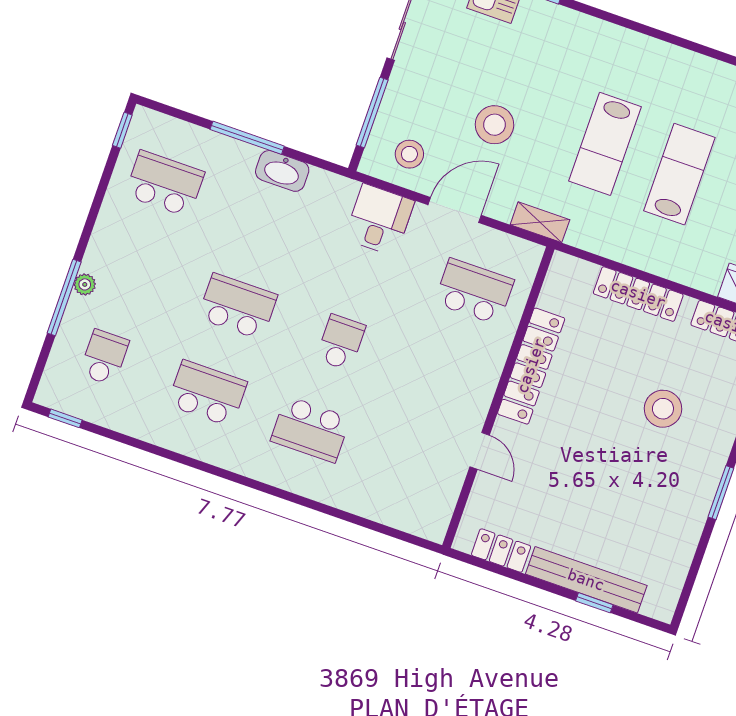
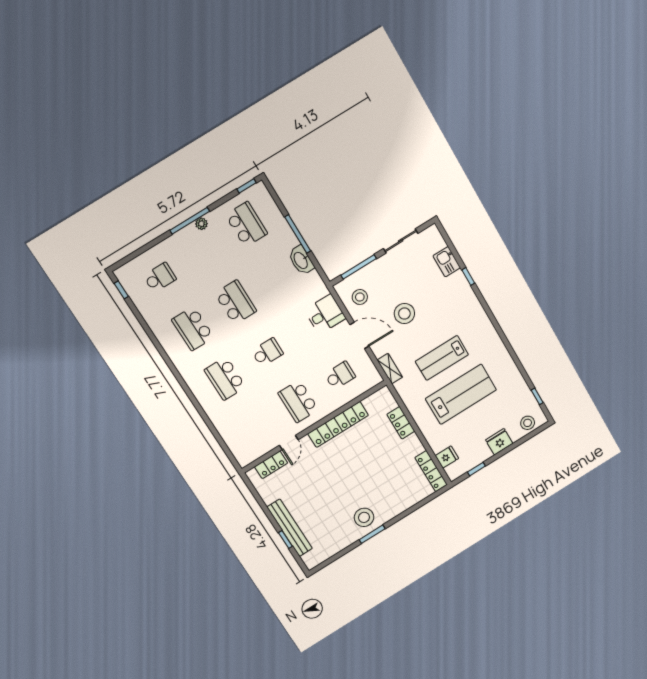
lab bench: (679, 174) -> (461, 394), width x1.36, depth x1.39
plant: (85, 284) -> (201, 224), moved
school desk: (474, 291) -> (340, 375), width x0.54
locker: (638, 294) -> (401, 423), width x0.66
window: (64, 297) -> (190, 221), moved
school desk: (444, 378) -> (298, 401), added
school desk: (207, 393) -> (193, 329), turned 180
stool: (663, 409) -> (364, 517), moved
locker: (501, 551) -> (271, 465), moved, turned 90

